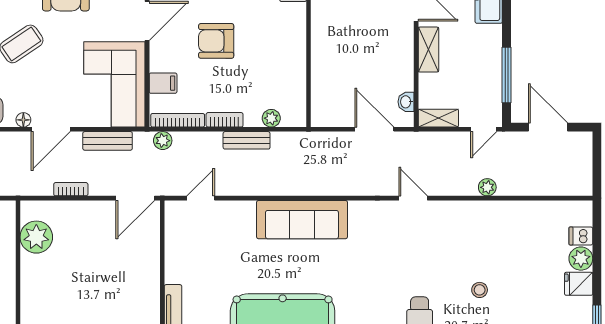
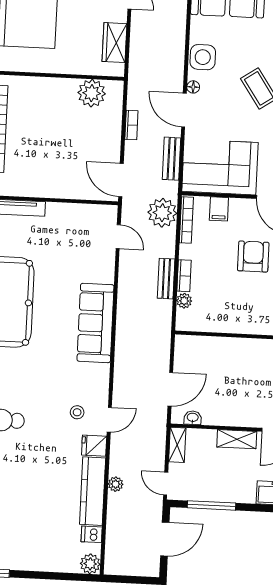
bookcase: (225, 120) -> (184, 276), moved
plant: (163, 141) -> (162, 213), width x1.87, depth x1.87
kitchen counter: (497, 213) -> (93, 491), added
dishwasher: (581, 236) -> (92, 534), moved, turned -90
plant: (581, 259) -> (90, 564), moved
fridge: (579, 284) -> (94, 446), moved, turned -90
stool: (480, 290) -> (77, 412), moved

